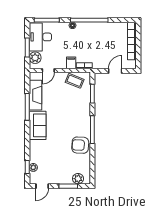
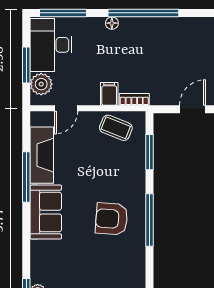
armchair: (80, 145) -> (112, 219), moved

